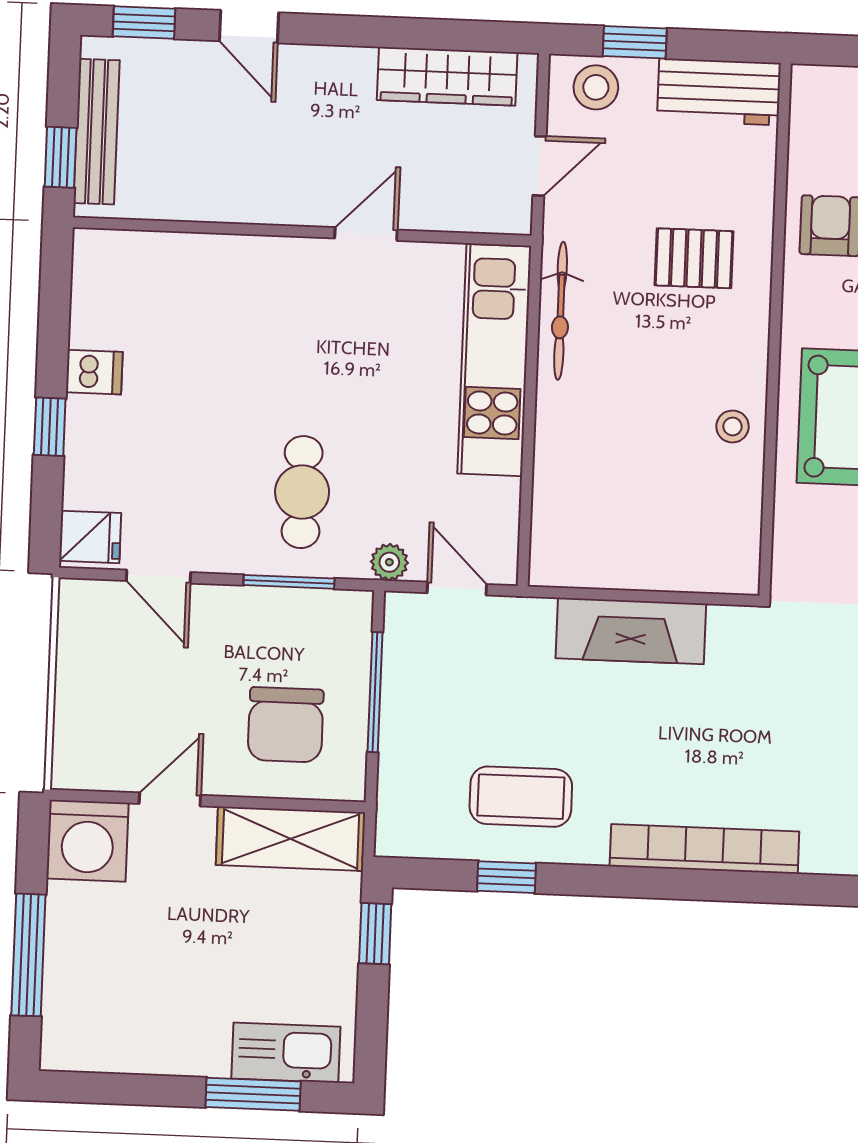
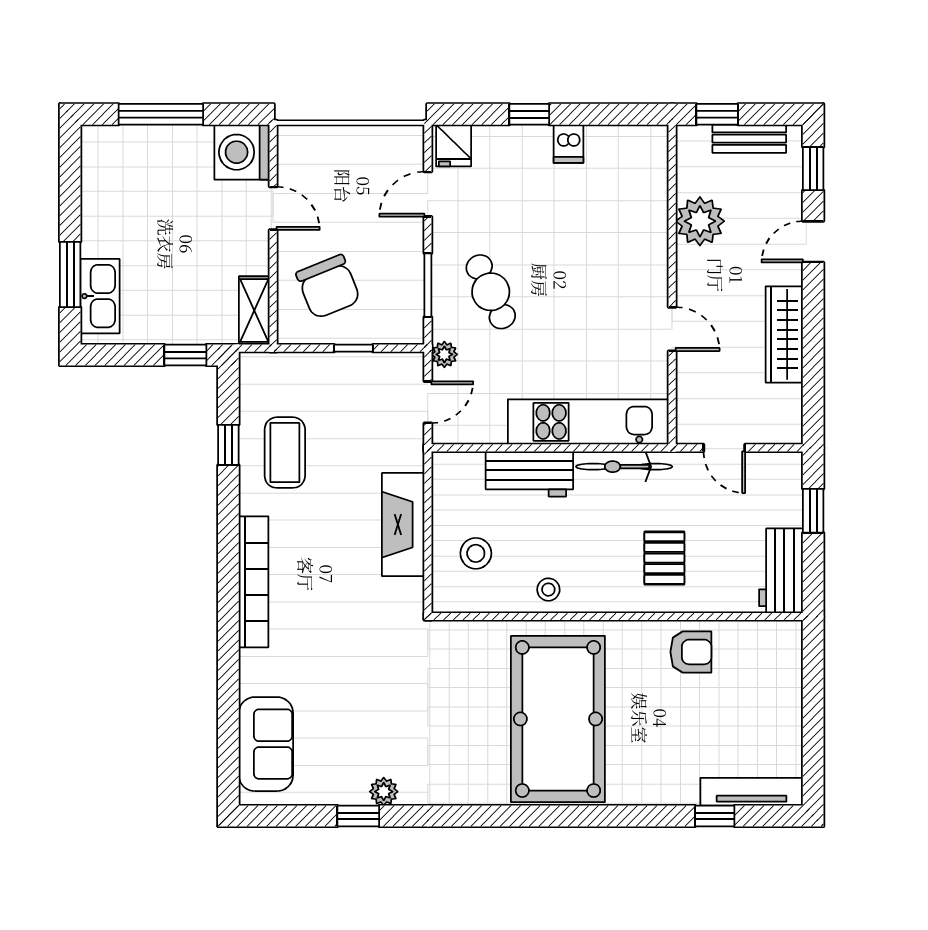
wardrobe: (447, 76) -> (784, 334), moved
stool: (596, 87) -> (476, 553), moved
bench: (97, 132) -> (749, 139), width x0.73
plant: (213, 188) -> (700, 221), added
workbench: (566, 447) -> (529, 474), added
cafe table: (302, 492) -> (491, 292), turned 65
window: (375, 692) -> (354, 348), width x0.46
chair: (286, 725) -> (328, 287), turned -112
shelving: (291, 839) -> (254, 311), width x0.67, depth x0.75

